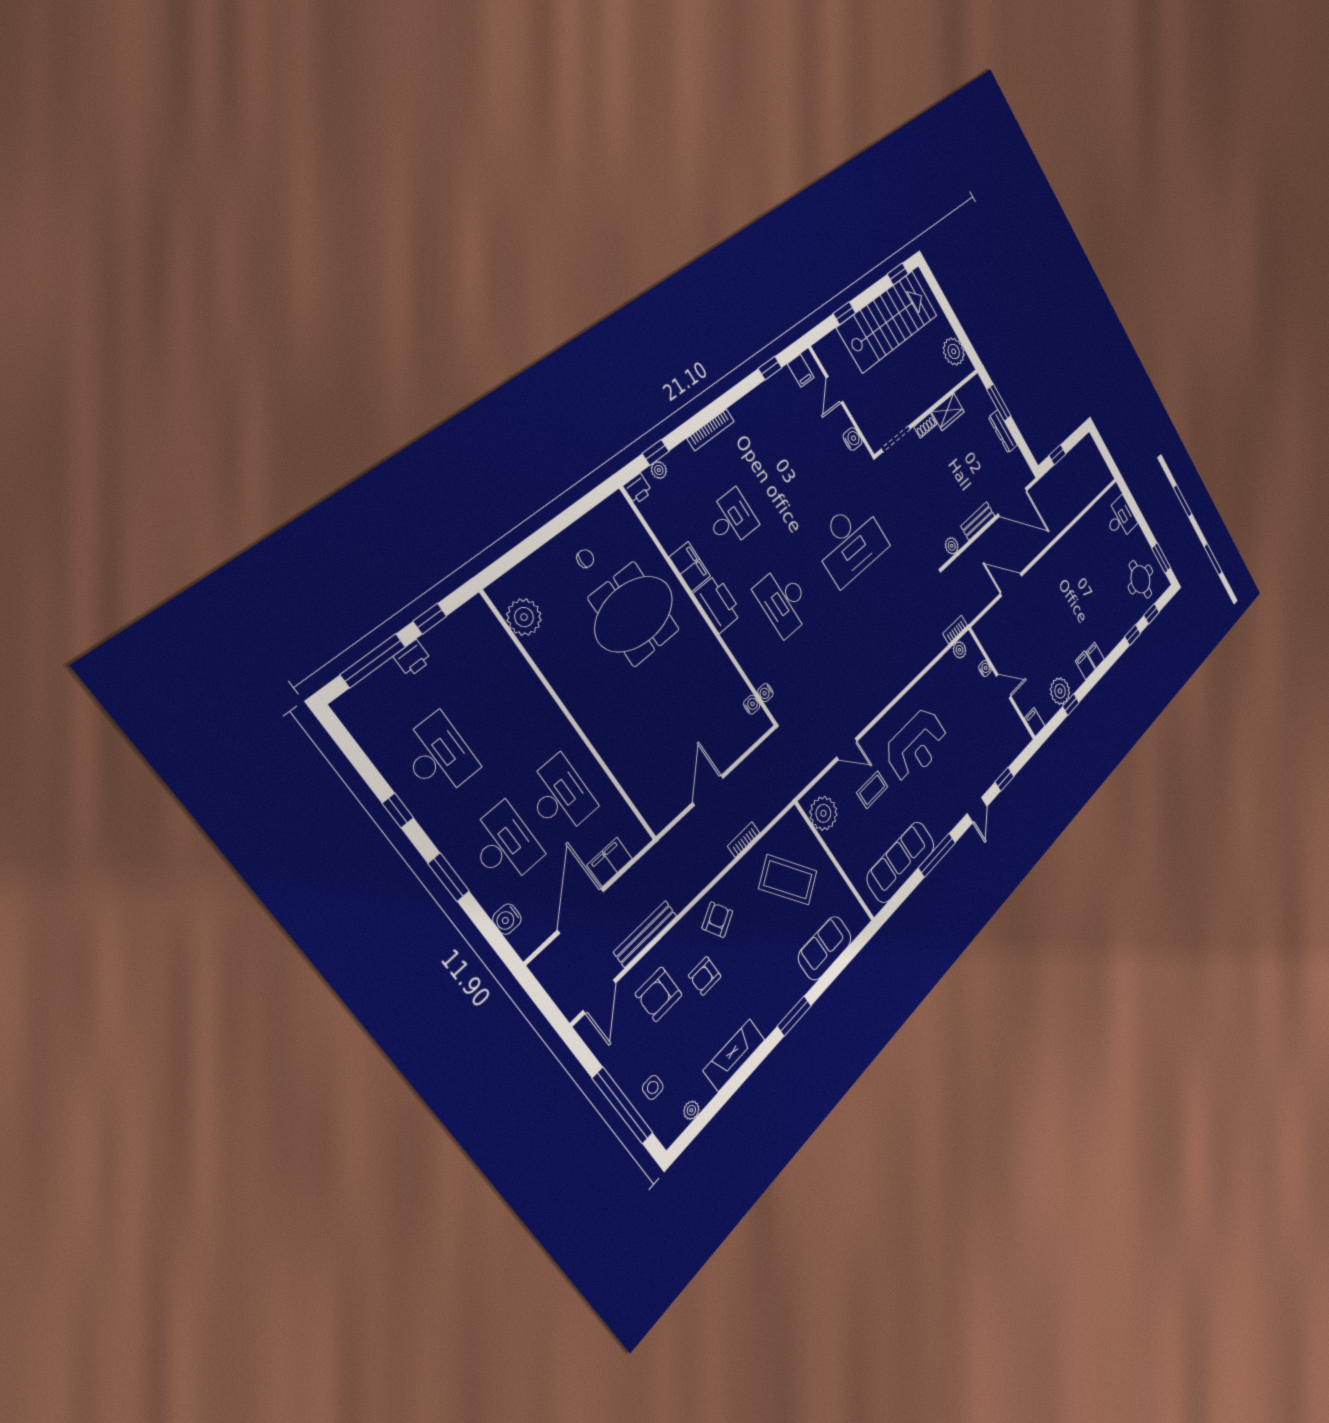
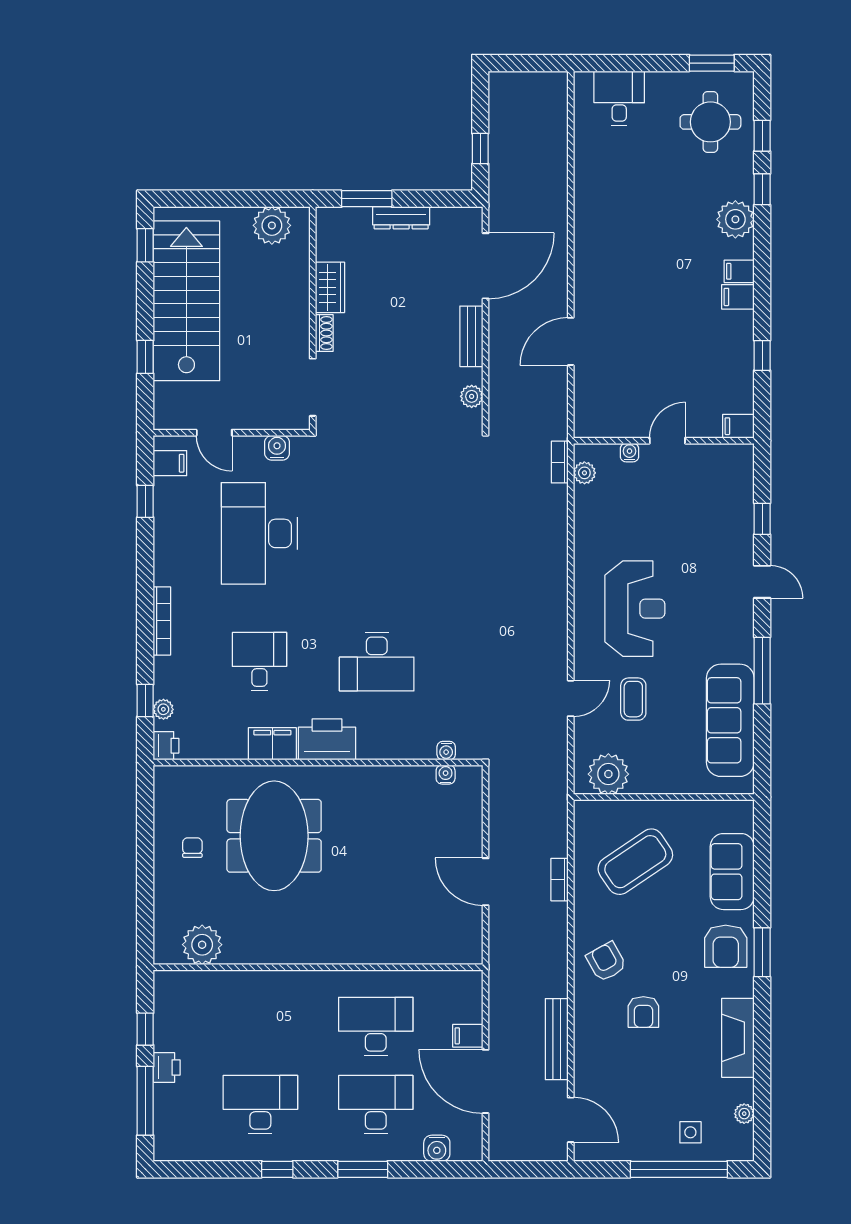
desk: (850, 542) -> (259, 533), moved, turned 180
plant: (1060, 691) -> (735, 219), moved
filing cabinet: (610, 862) -> (468, 1036), width x0.50
armchair: (659, 994) -> (726, 946), moved

